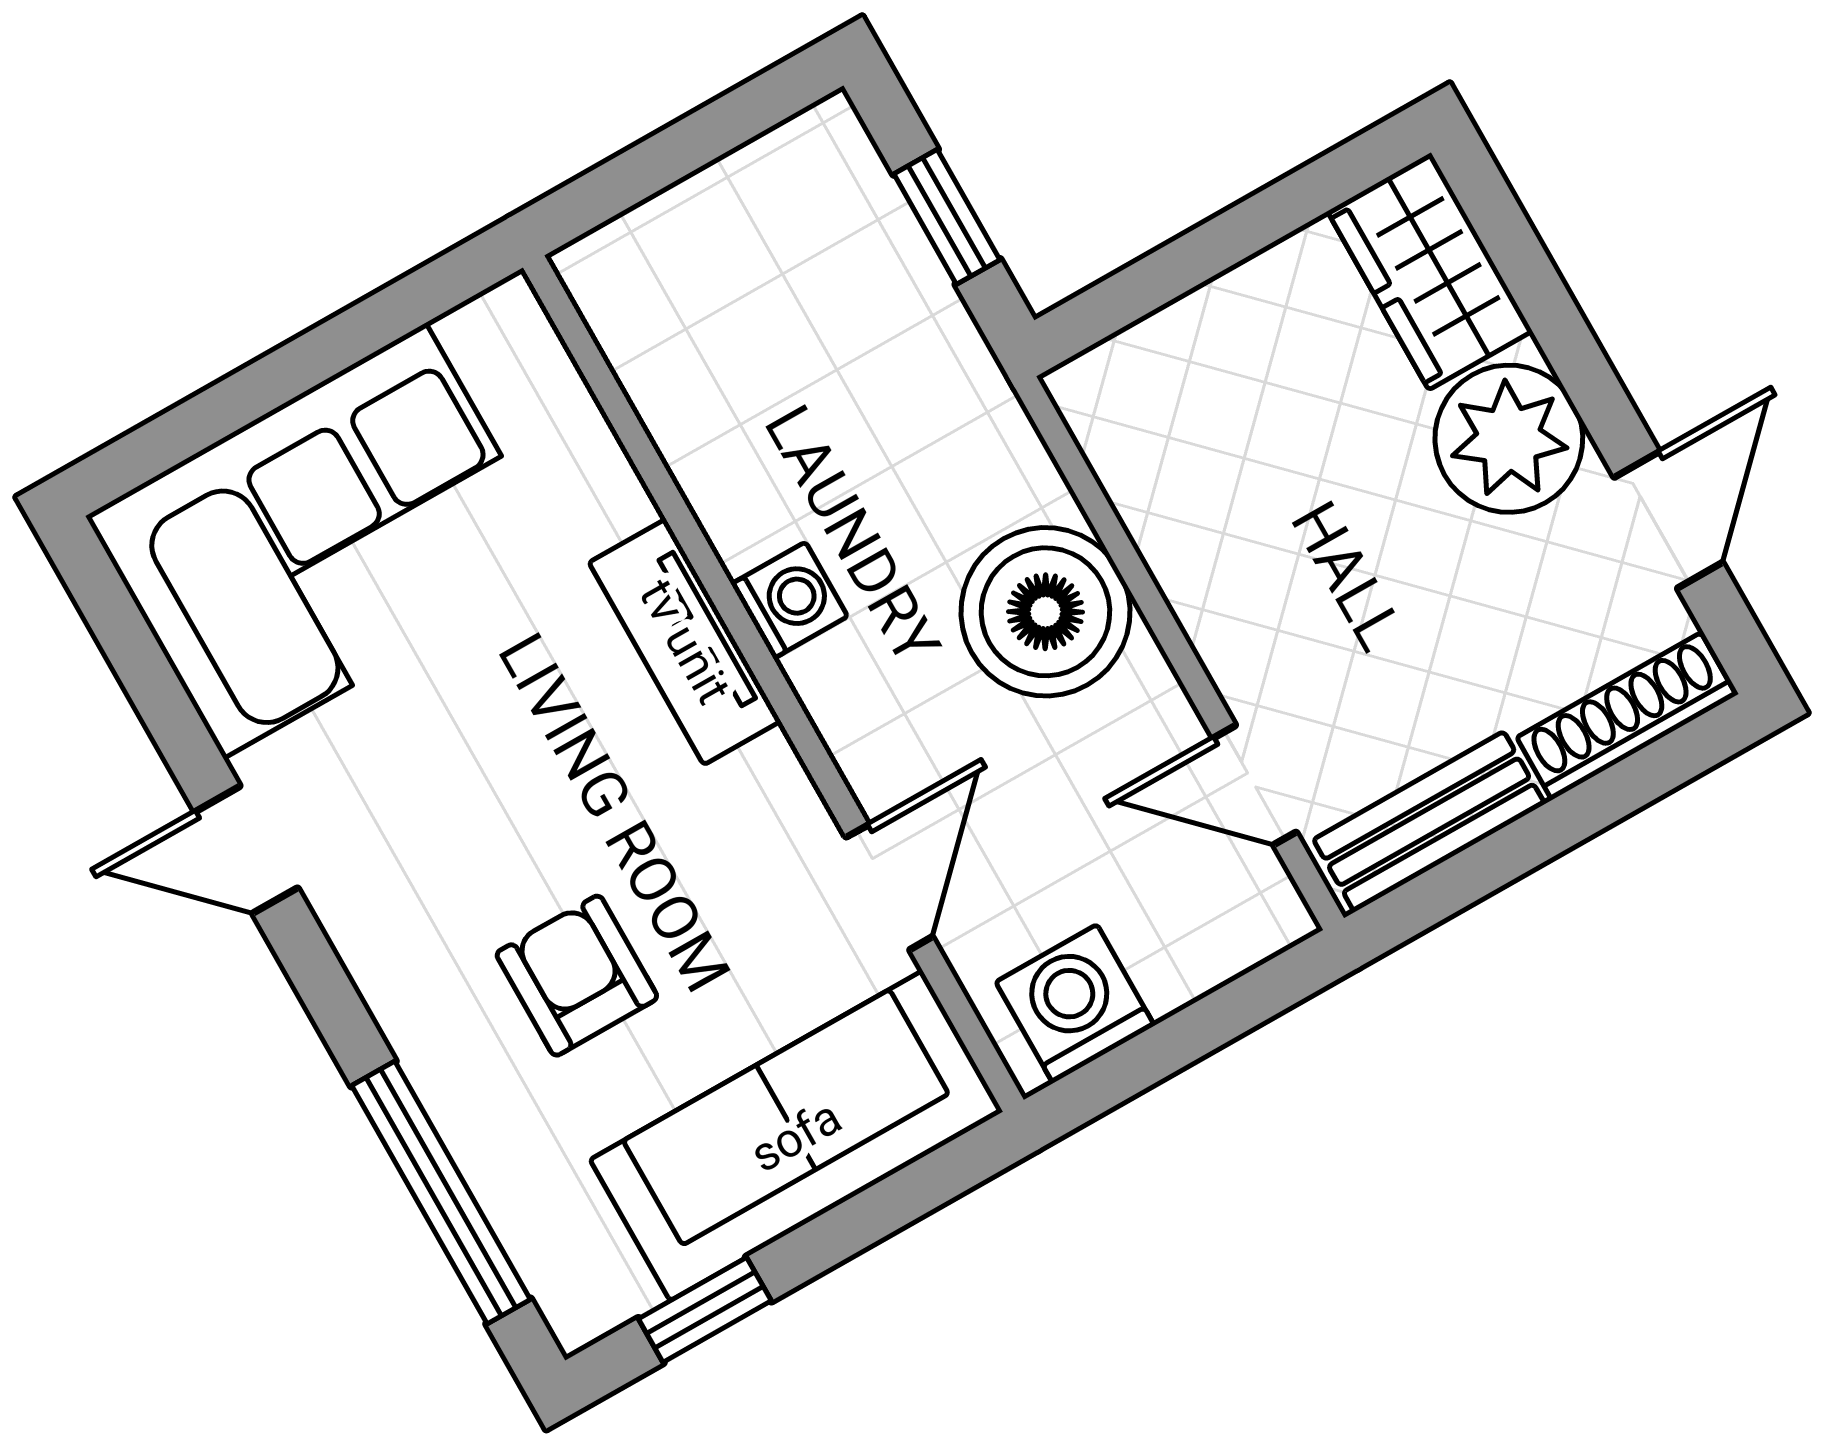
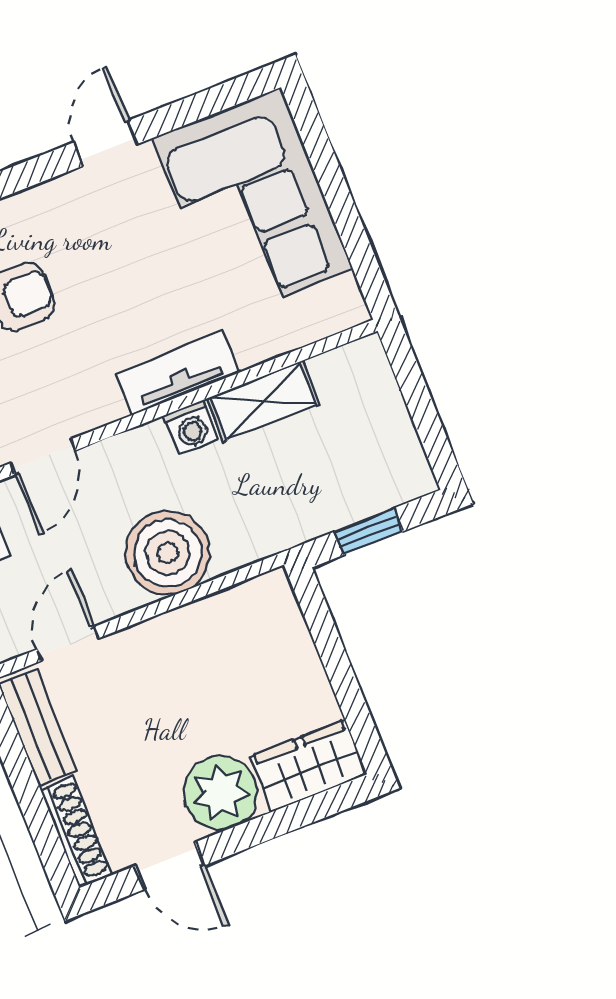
shelving: (716, 464) -> (263, 401), added
door: (889, 887) -> (43, 457), hinge flipped

